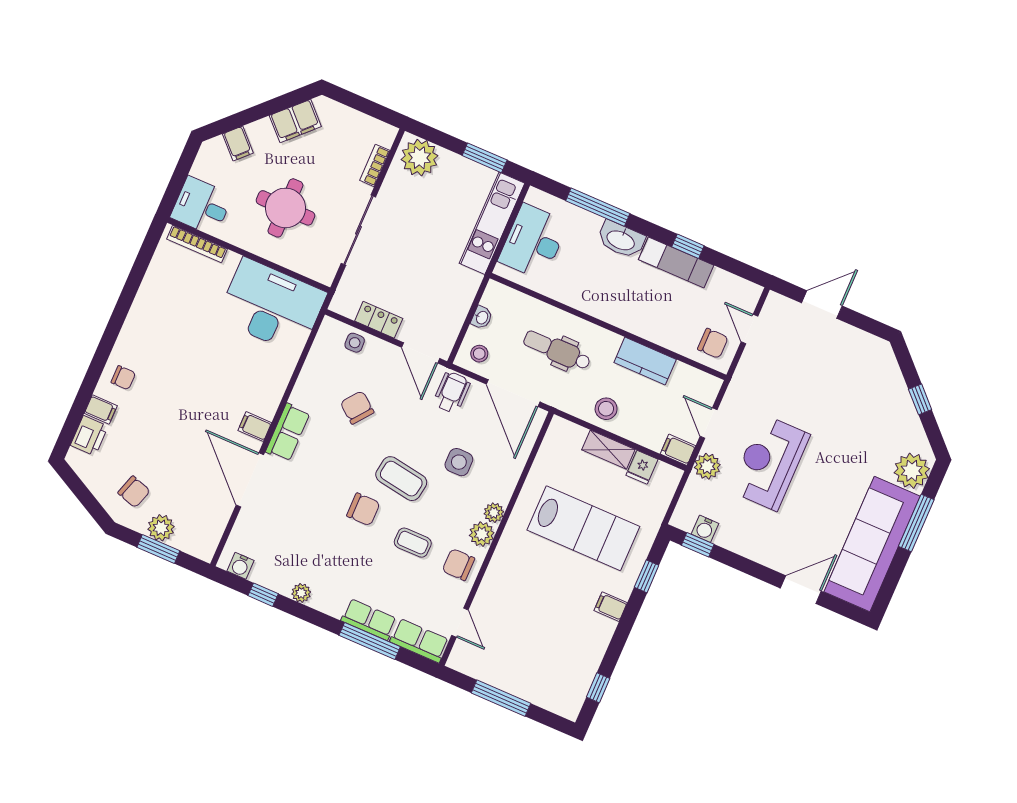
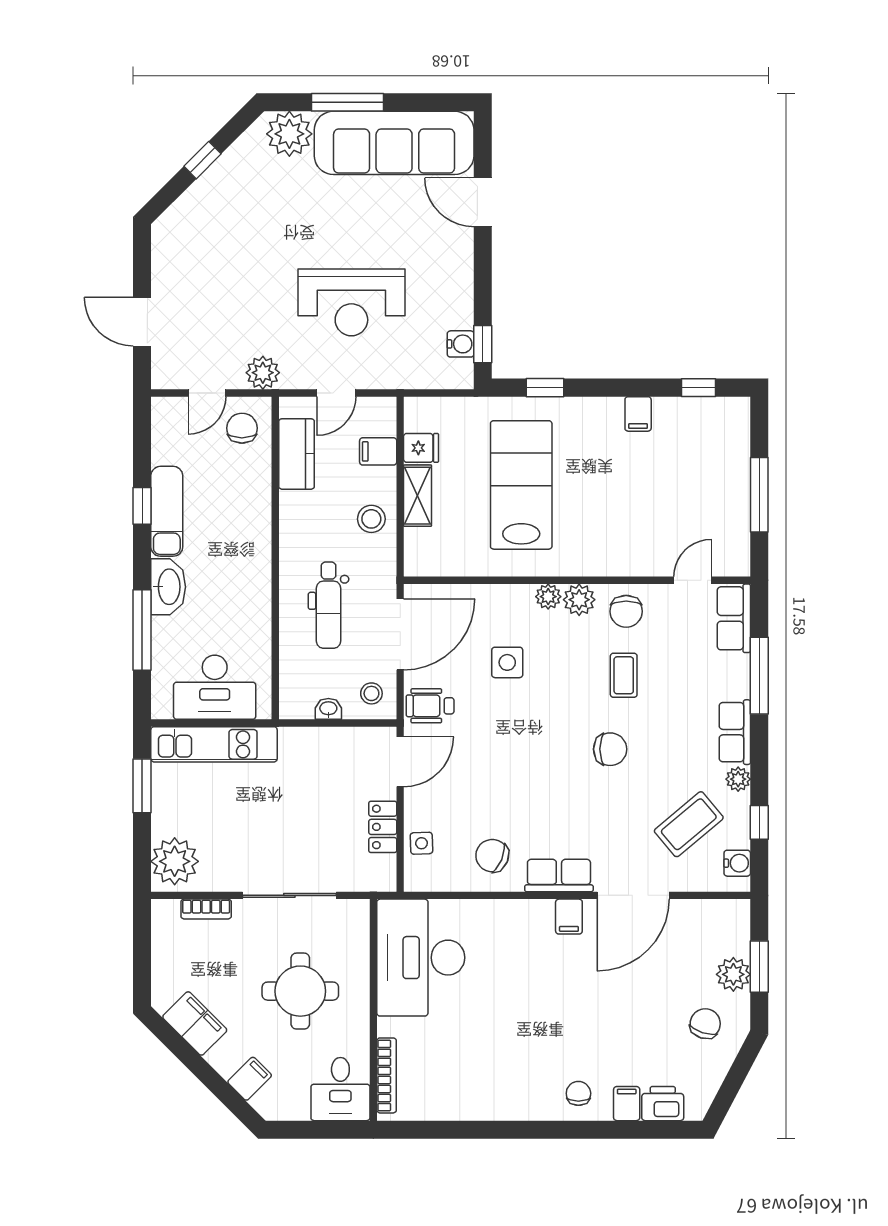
kitchen counter: (645, 361) -> (297, 454), moved
chair: (357, 407) -> (492, 856), moved, turned 75
filing cabinet: (678, 450) -> (378, 451), moved, turned 90
plant: (707, 466) -> (263, 373), moved
coffee table: (401, 479) -> (689, 824), moved, turned 41
chair: (363, 509) -> (610, 749), turned 90
filing cabinet: (611, 607) -> (638, 414), moved
row of seats: (369, 619) -> (735, 732), moved

